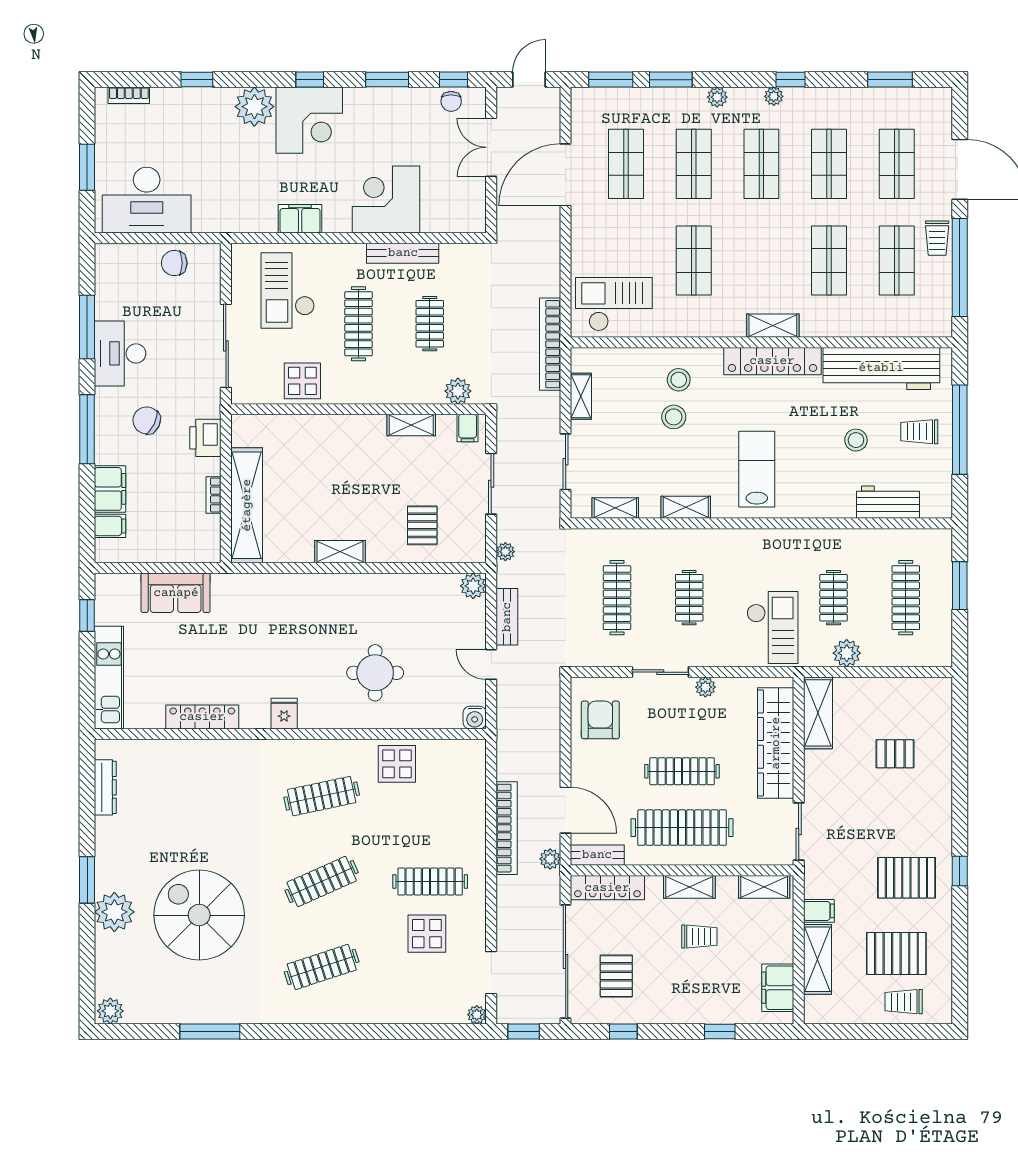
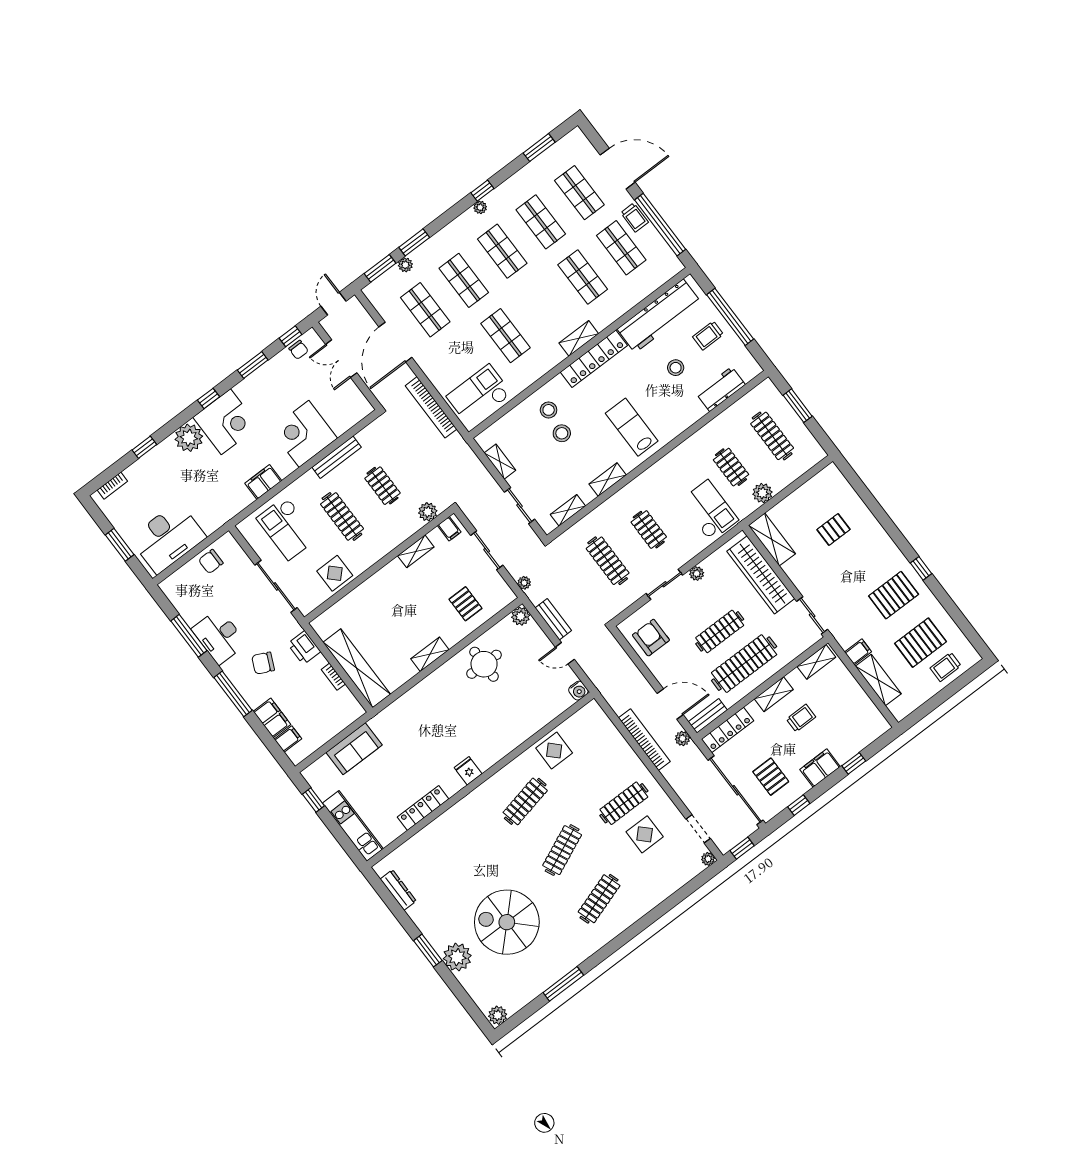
plant: (717, 97) -> (405, 265), moved
bookcase: (550, 344) -> (431, 407), moved
round table: (375, 673) -> (484, 664), moved
filing cabinet: (778, 988) -> (820, 768), moved, turned 90

